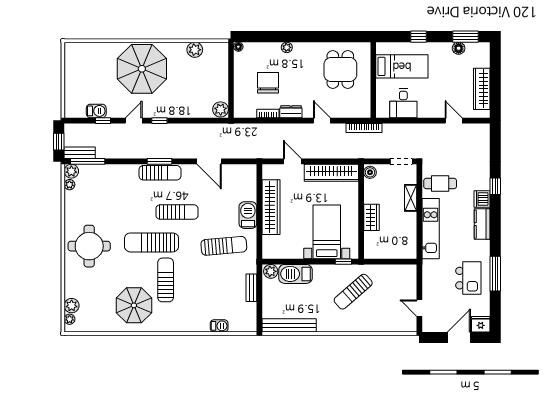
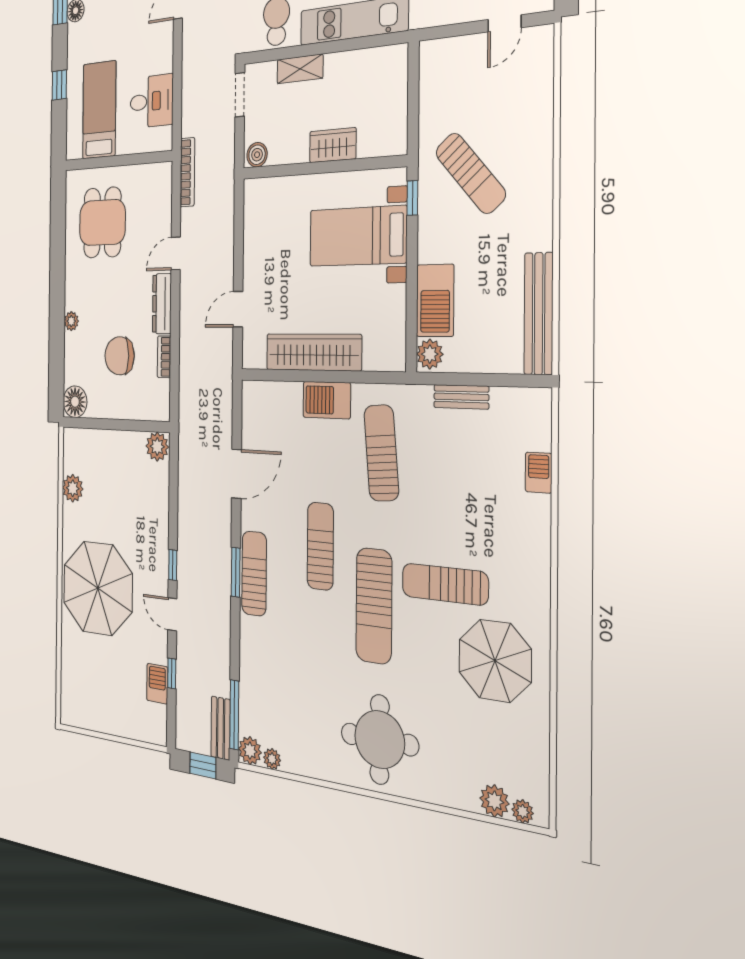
floor lamp: (238, 47) -> (75, 402), width x1.89, depth x1.89
dining table: (340, 69) -> (102, 222), turned 90
dresser: (291, 112) -> (162, 304), width x1.44
wardrobe: (331, 173) -> (257, 231), removed

